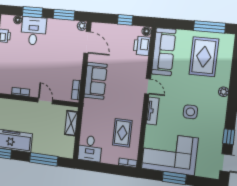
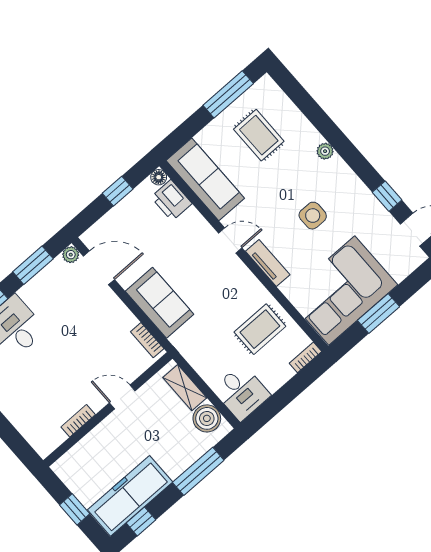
rug: (204, 57) -> (259, 135), width x0.73, depth x0.70
rug: (122, 133) -> (260, 329), turned 90
boiler: (67, 144) -> (207, 418), added

